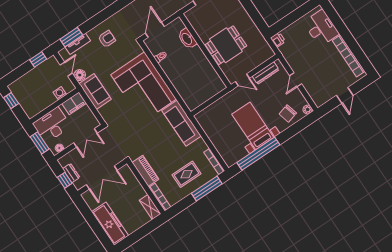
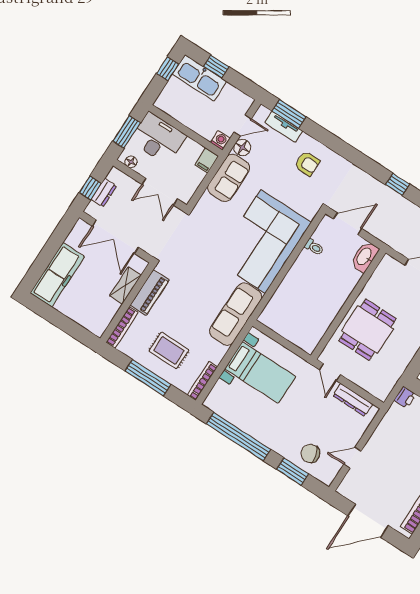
washbasin: (187, 39) -> (364, 257), moved
dining table: (226, 45) -> (368, 330), turned 90
window: (38, 59) -> (216, 67), moved
door: (296, 80) -> (352, 458), moved
kitchen sink: (25, 83) -> (199, 78), added
washing machine: (60, 93) -> (220, 140), moved
door: (345, 95) -> (368, 521), width x1.88
filing cabinet: (74, 103) -> (207, 160), width x0.50
plant: (308, 110) -> (327, 478), removed
bed with nightstands: (253, 126) -> (260, 372), moved, turned 90
window: (294, 129) -> (293, 472), added
window: (207, 188) -> (148, 378), moved
shelving: (150, 207) -> (125, 285), moved

